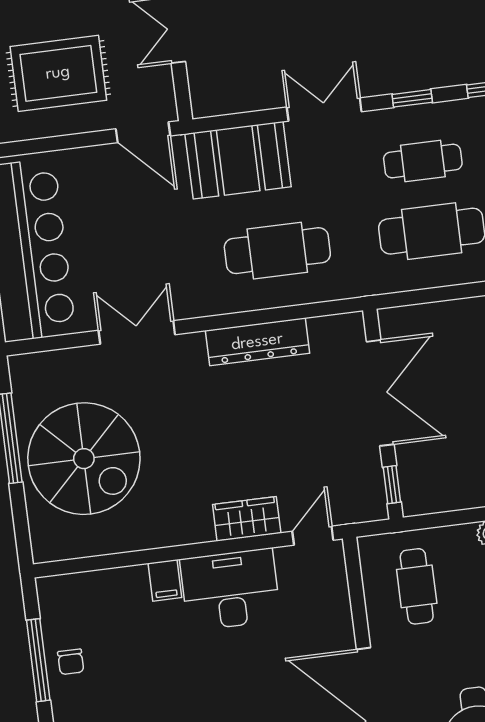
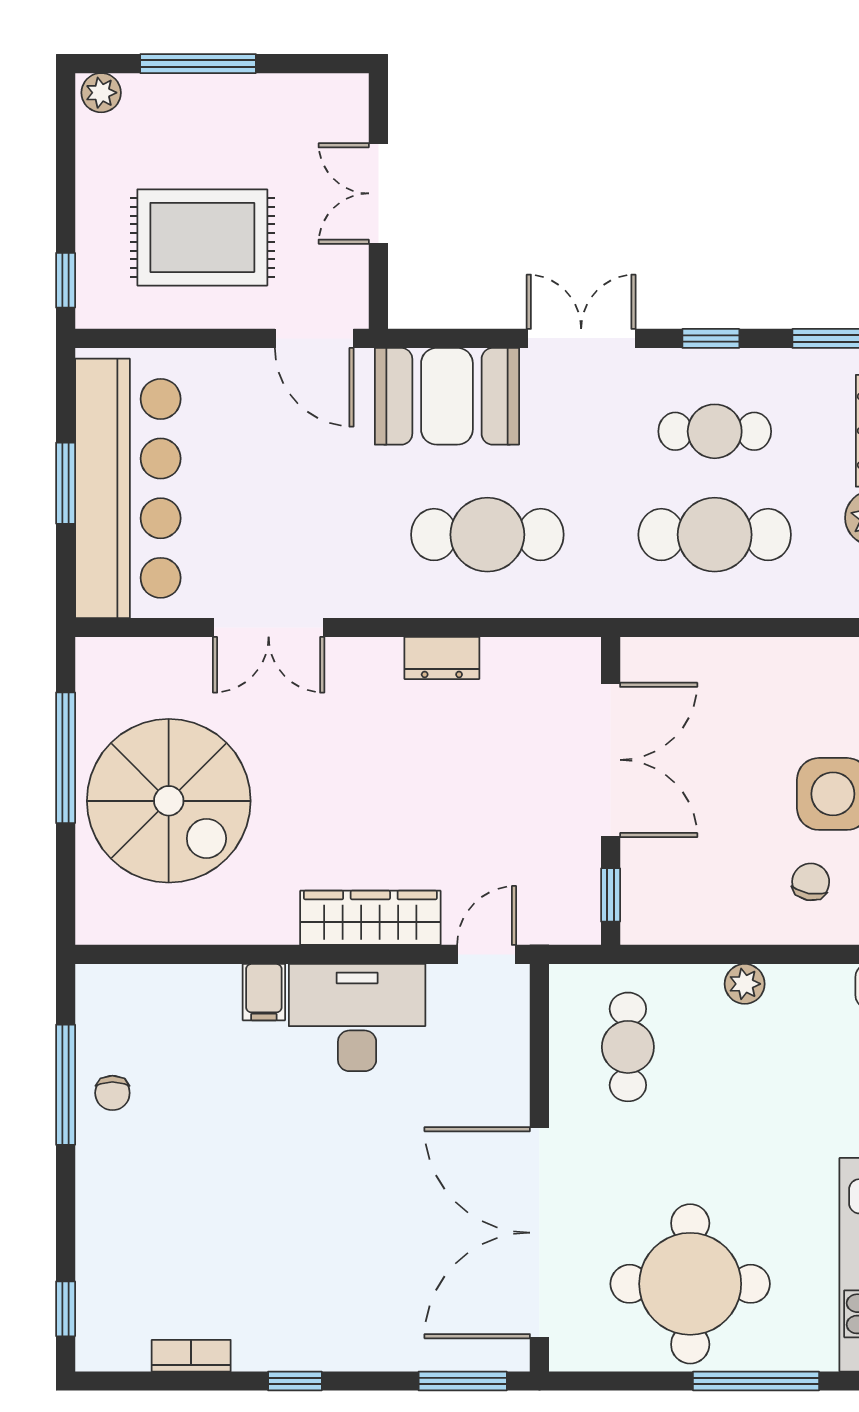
double door: (137, 332) -> (269, 627), swing flipped
dresser: (257, 342) -> (442, 658), width x0.51, depth x0.80
wardrobe: (247, 519) -> (370, 918), width x1.50

